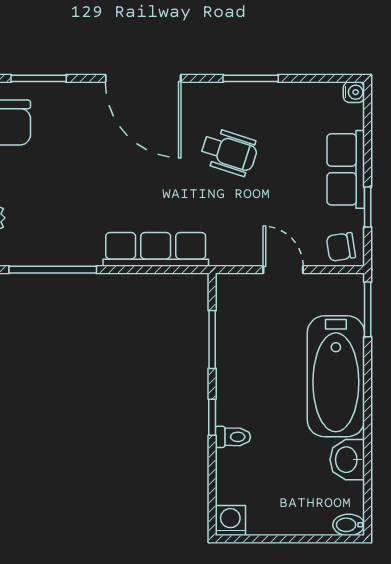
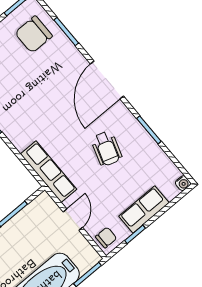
chair: (341, 247) -> (106, 238), turned 99
row of seats: (156, 249) -> (49, 172), moved

